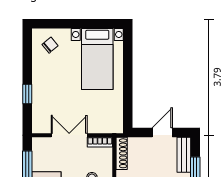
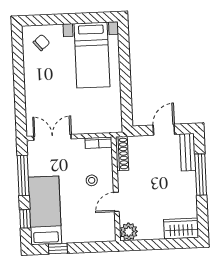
window: (27, 94) -> (20, 95), removed
double door: (69, 135) -> (52, 137), moved

